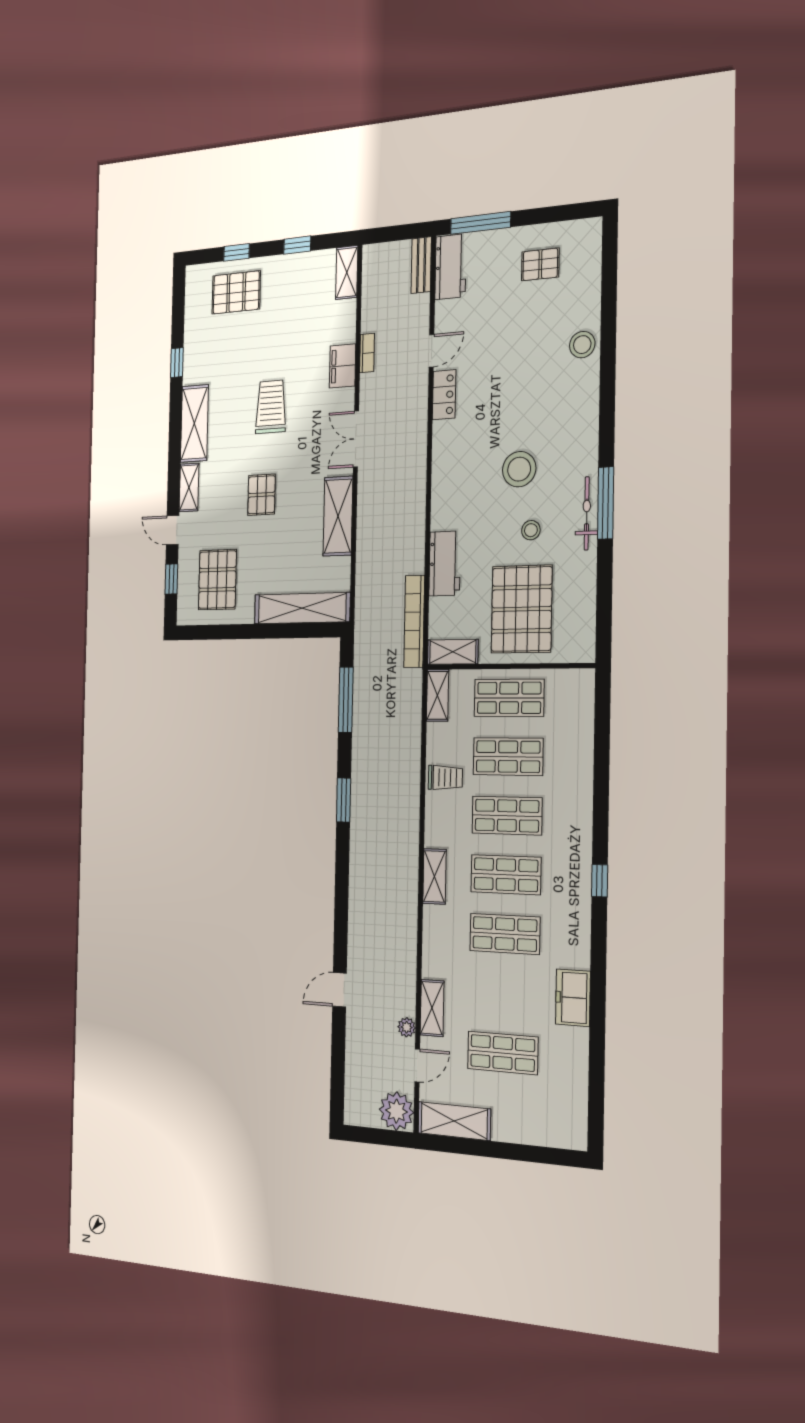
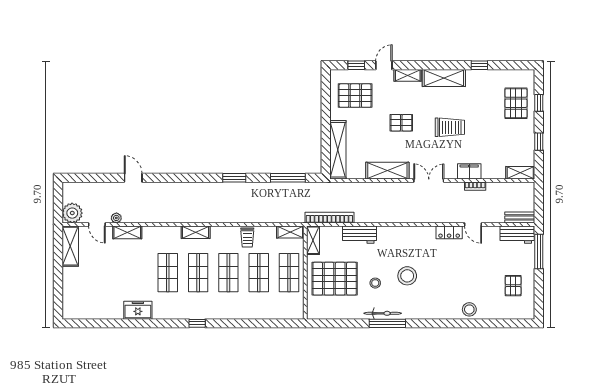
shop shelf: (503, 1053) -> (107, 273), removed

